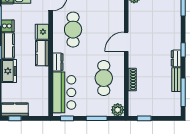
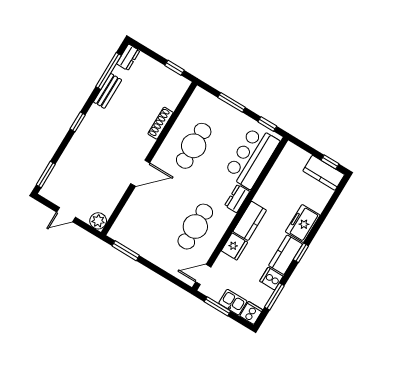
dresser: (176, 58) -> (128, 57), moved
plant: (118, 110) -> (200, 97), removed

